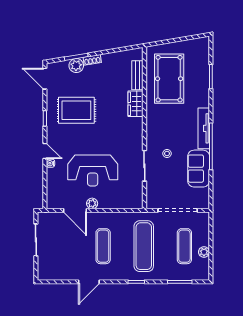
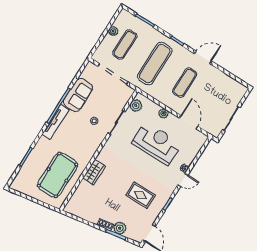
bench: (137, 75) -> (79, 192), removed
rug: (76, 110) -> (141, 195), width x0.73, depth x0.70
door: (45, 151) -> (183, 180), swing flipped
plant: (136, 194) -> (136, 106), added
plant: (92, 203) -> (163, 113), moved
door: (89, 282) -> (203, 57), moved

